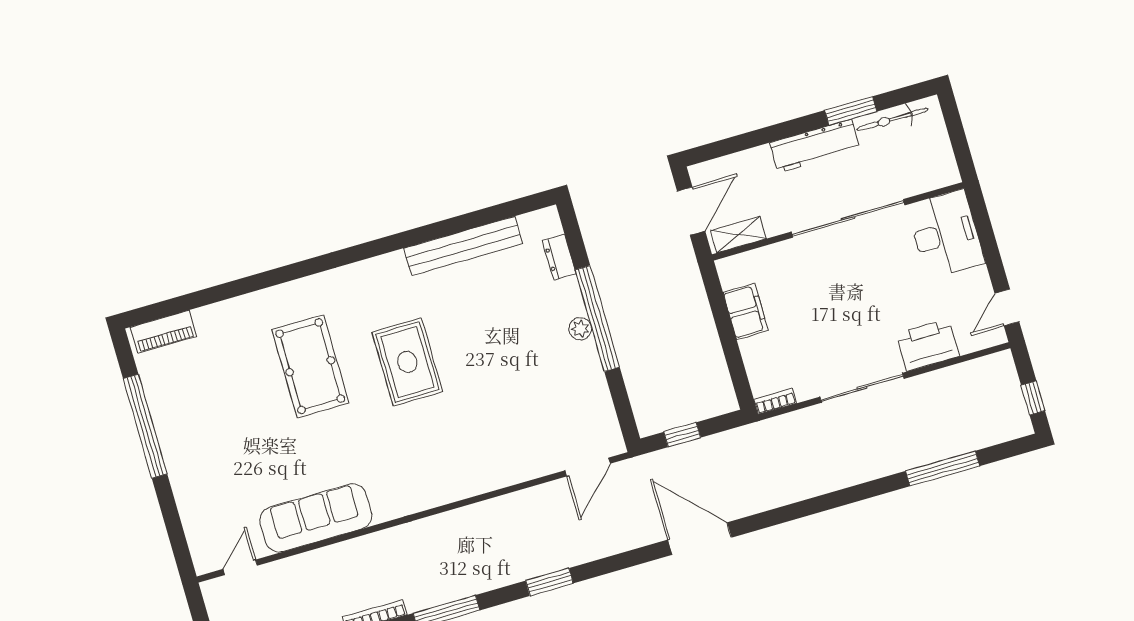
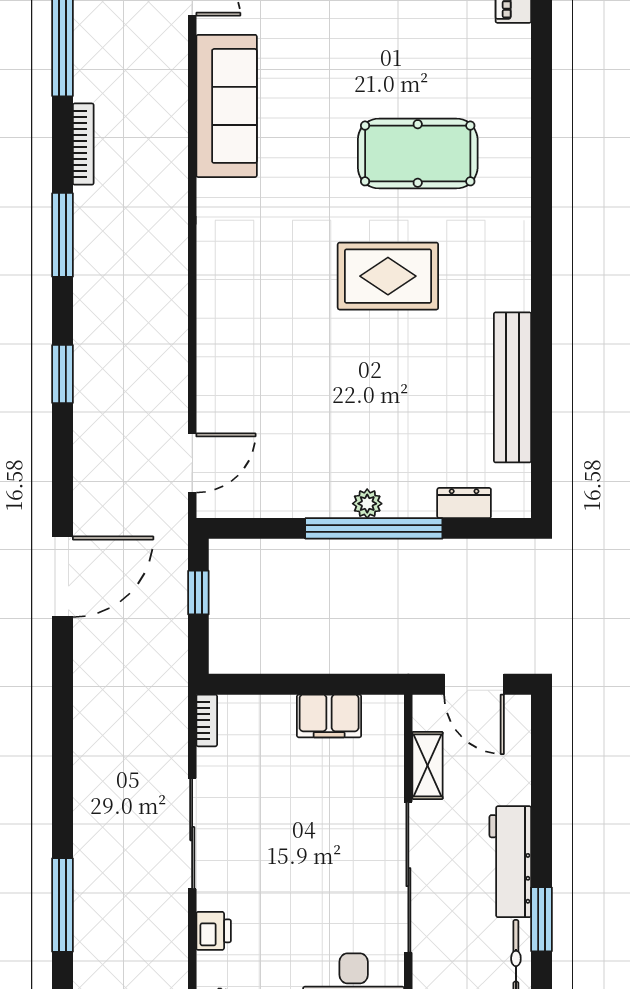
shelving: (738, 235) -> (428, 765), moved
printer: (928, 345) -> (214, 931), width x0.53, depth x0.68
door: (588, 467) -> (192, 463), swing flipped

